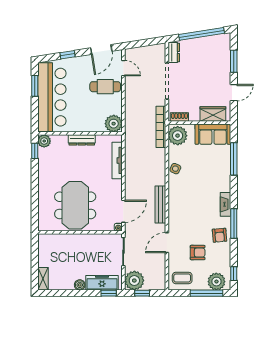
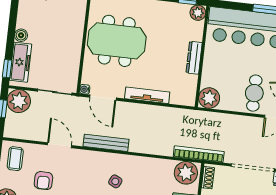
tv unit: (117, 160) -> (147, 95), moved
side table: (175, 169) -> (115, 181), moved

